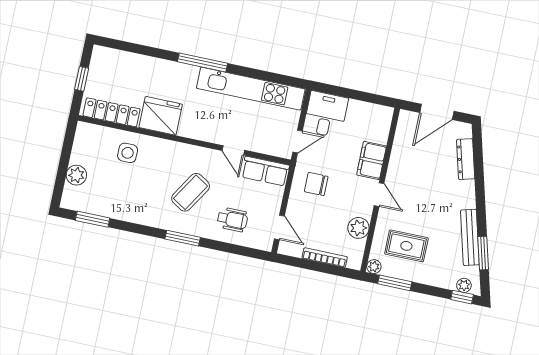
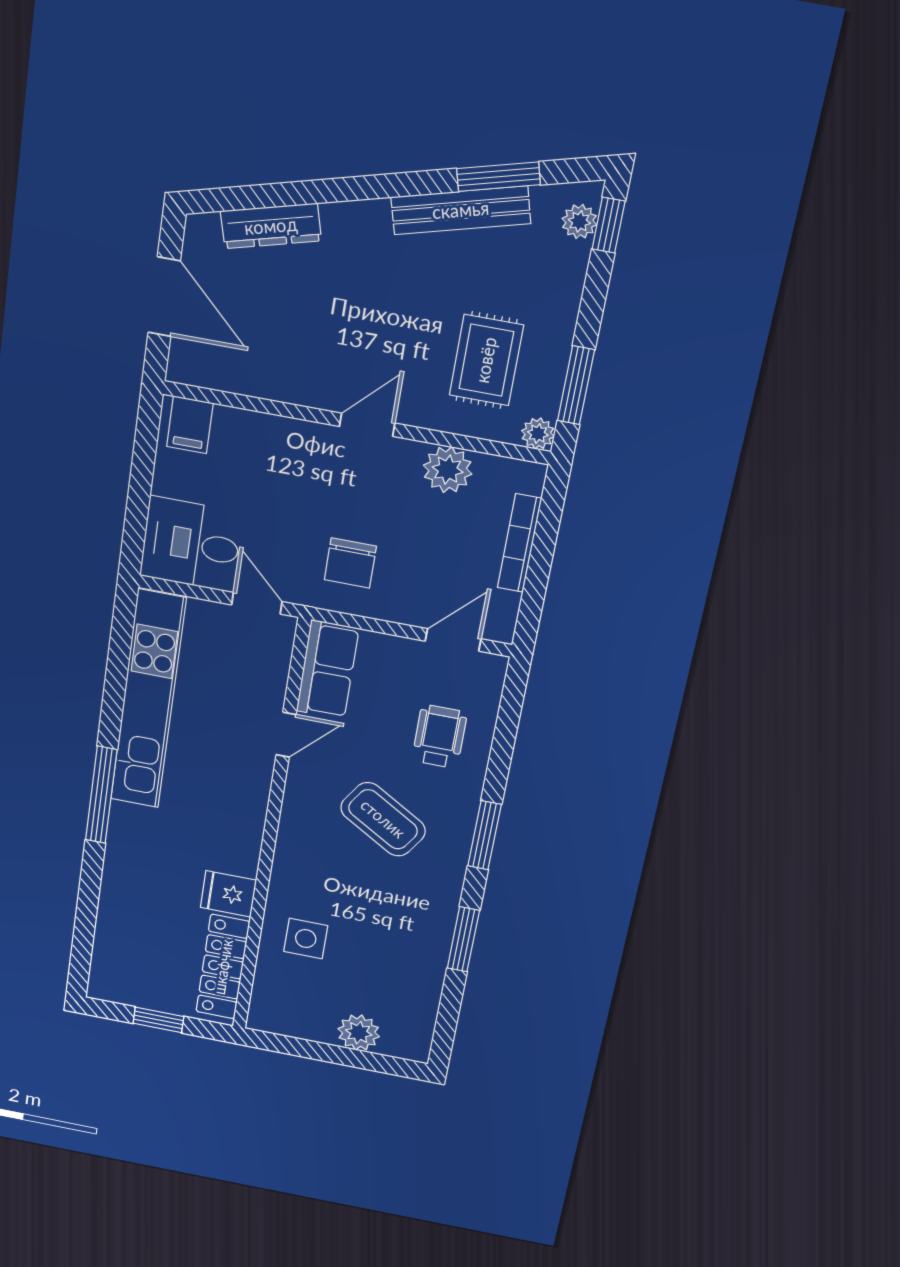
fridge: (161, 116) -> (228, 894), width x0.53, depth x0.75
filing cabinet: (372, 160) -> (190, 425), moved, width x0.50
window: (93, 219) -> (463, 939), moved

